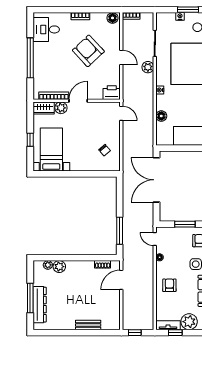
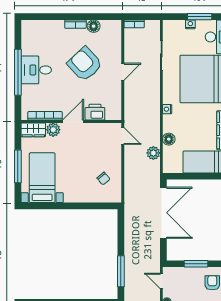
floor lamp: (113, 18) -> (94, 26), moved
desk: (46, 29) -> (36, 70), moved
door: (121, 57) -> (123, 72), hinge flipped
plant: (148, 67) -> (153, 153), moved
printer: (112, 93) -> (95, 112), moved
window: (30, 140) -> (18, 166), width x2.17
double door: (156, 180) -> (163, 213), swing flipped

